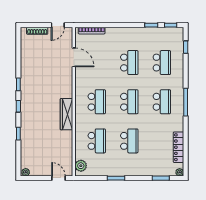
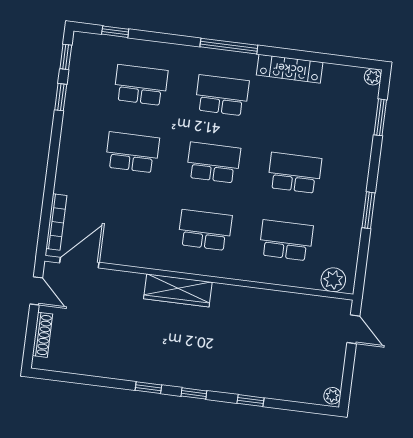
door: (74, 57) -> (79, 263), moved
wardrobe: (66, 114) -> (178, 290), moved
locker: (178, 147) -> (290, 69), moved
door: (59, 178) -> (353, 329), swing flipped

